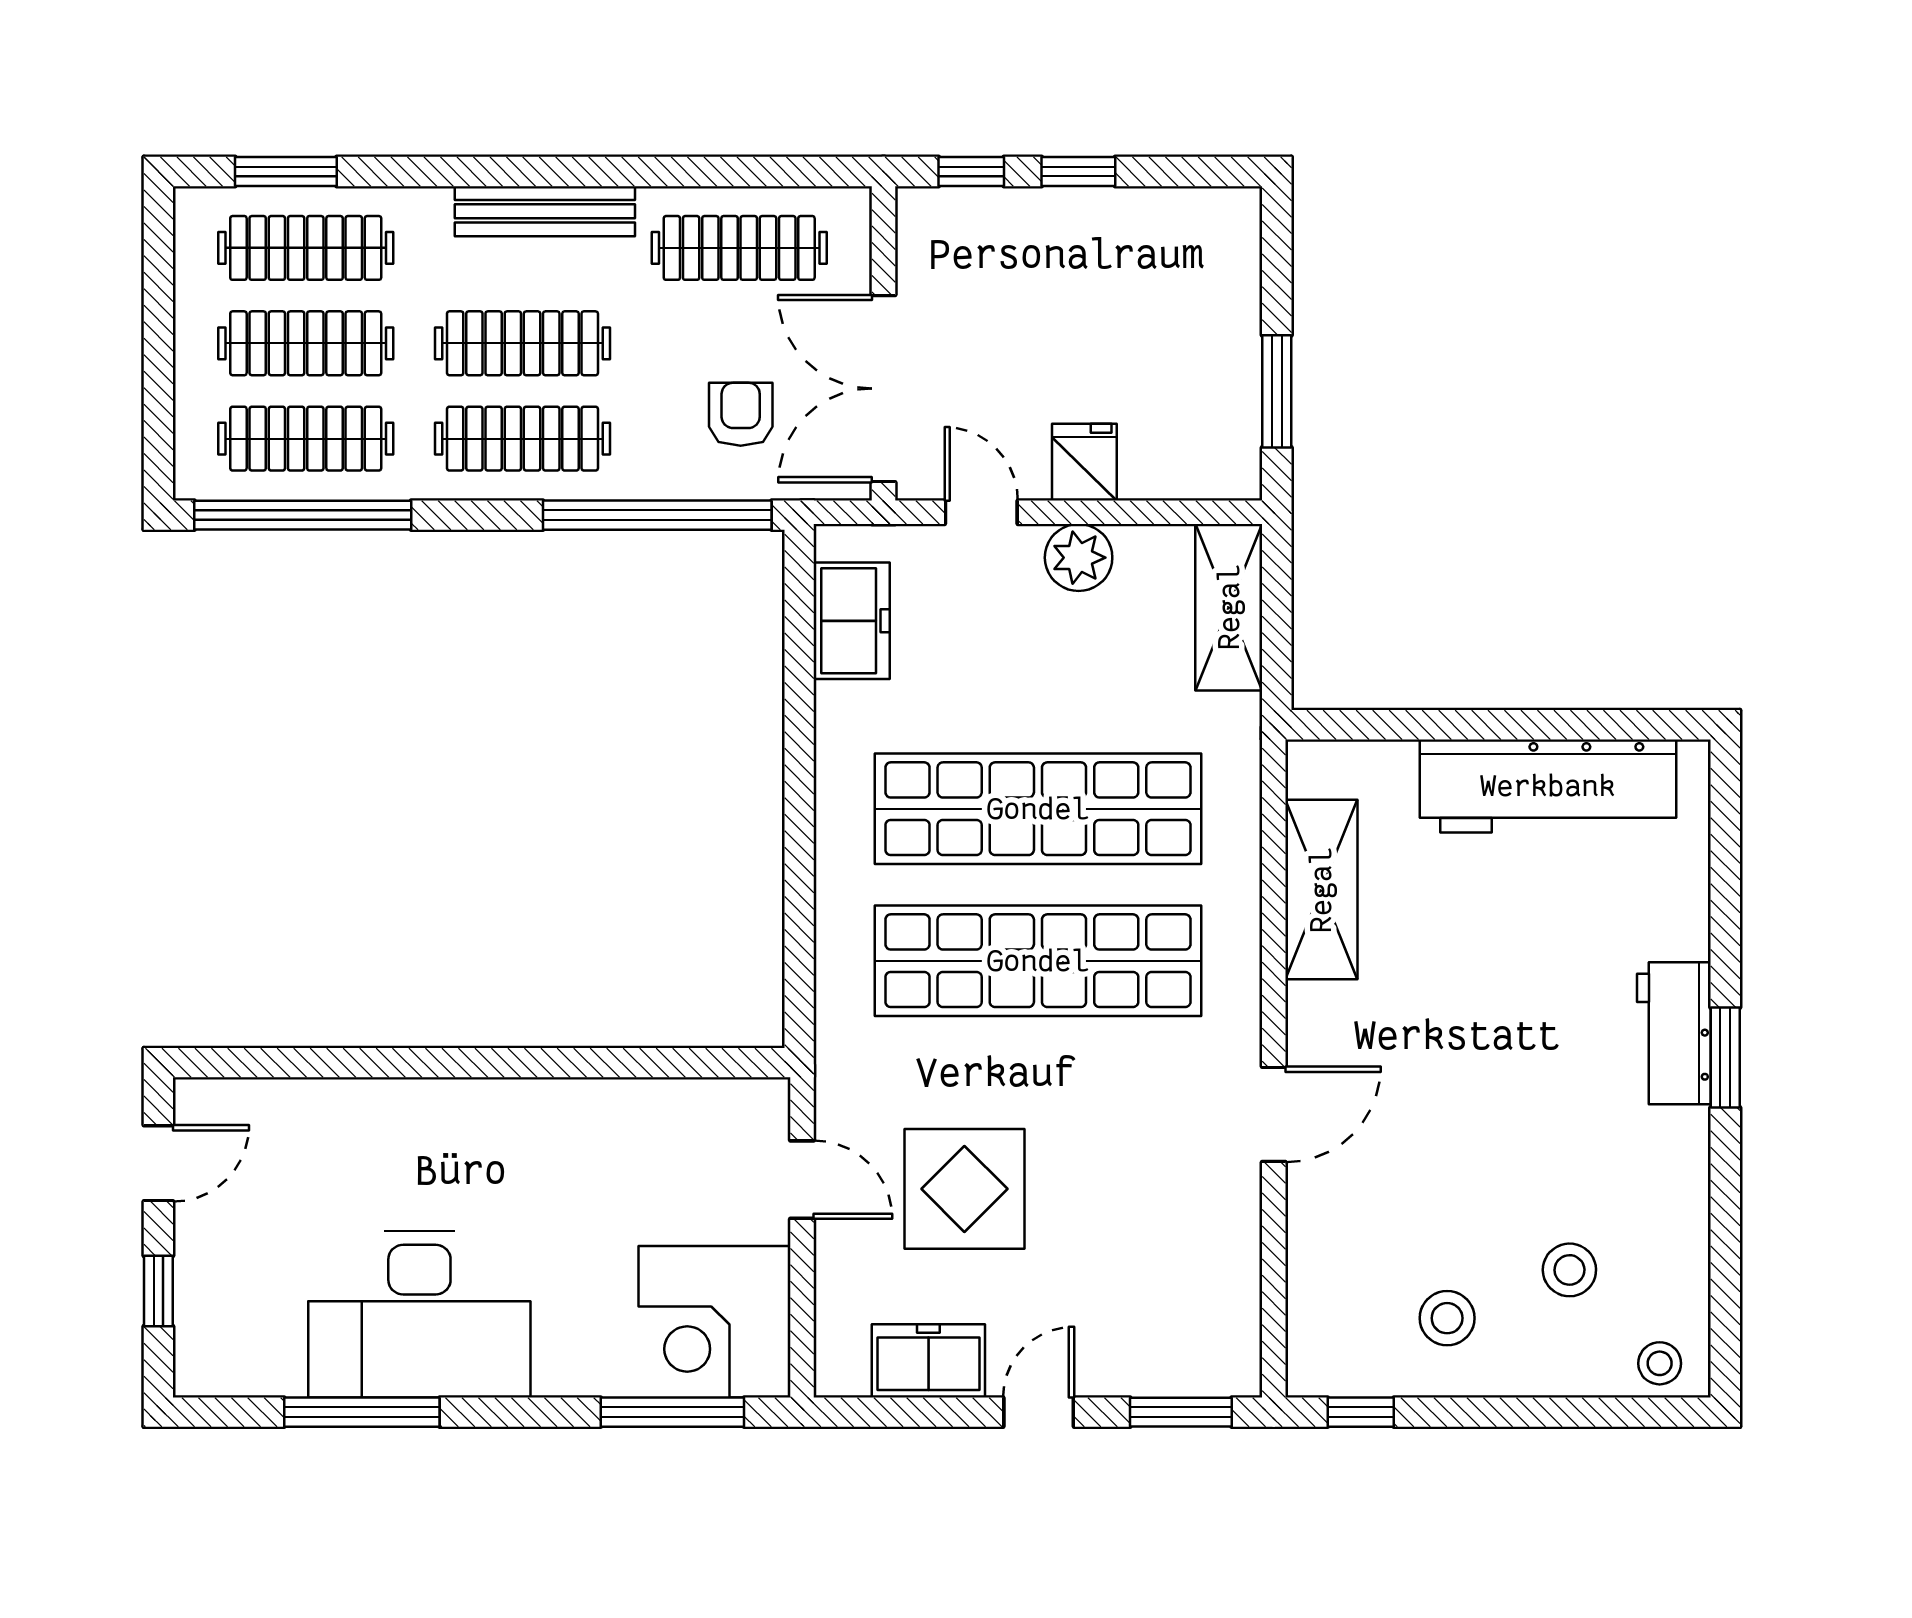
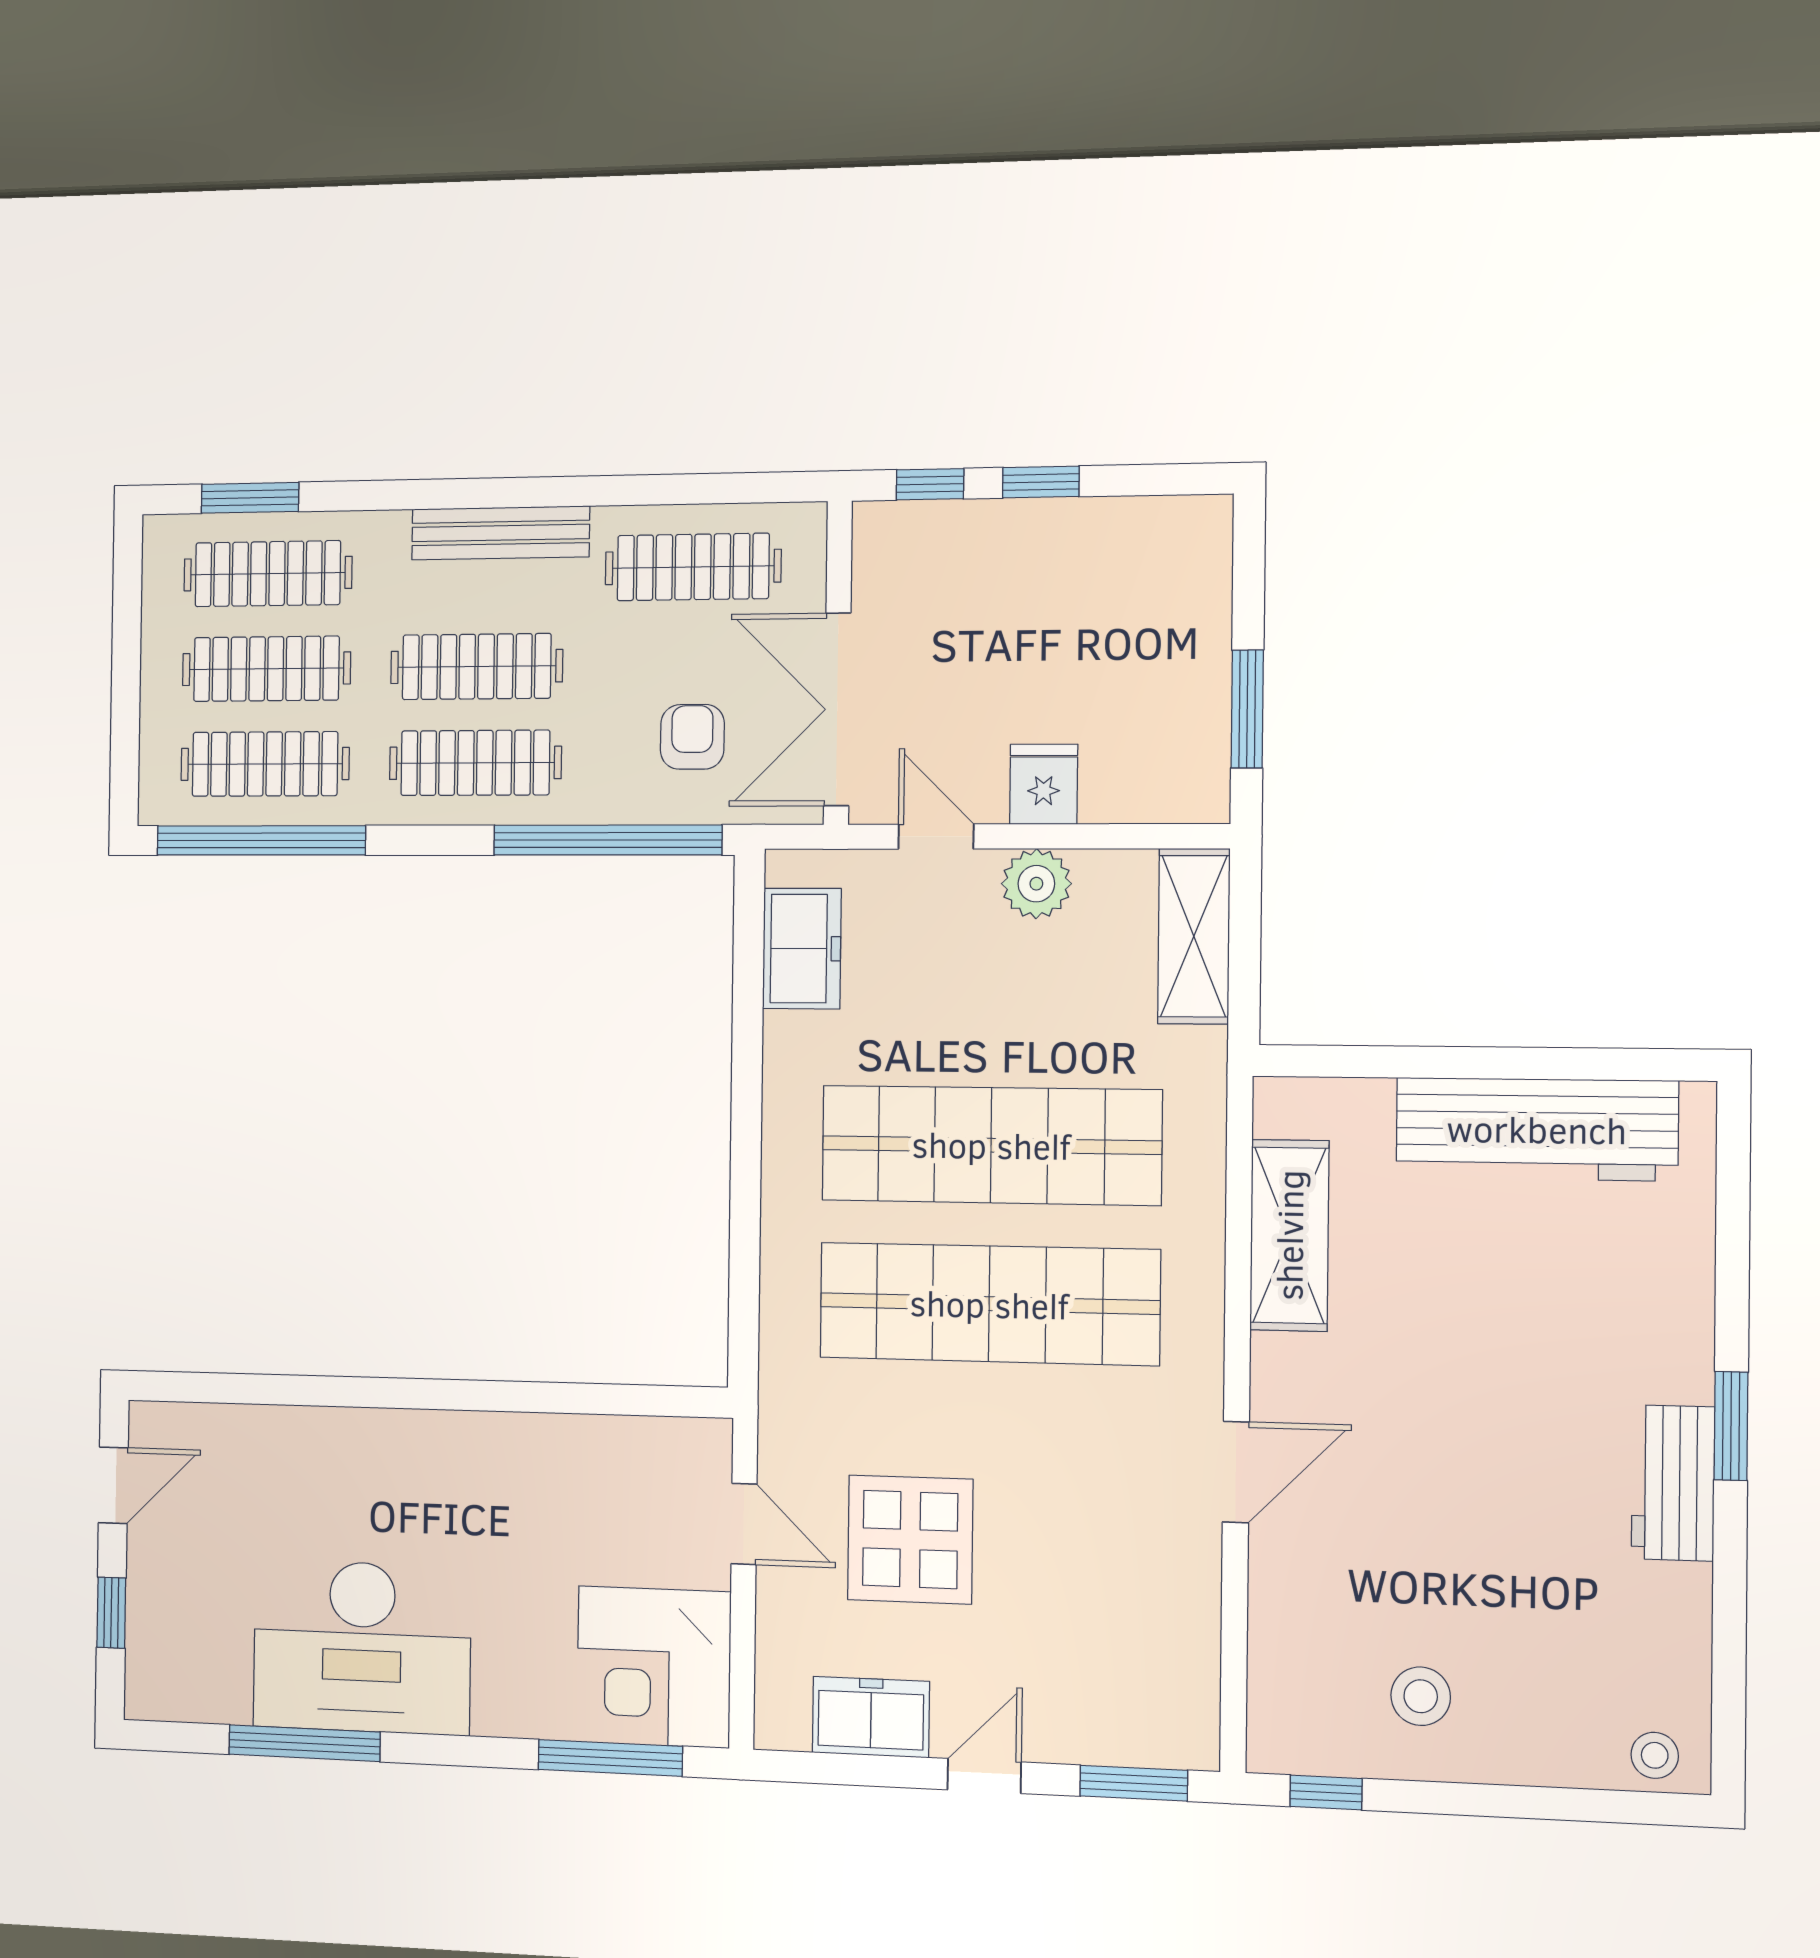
workbench: (1674, 1033) -> (1673, 1483), moved
stool: (1569, 1270) -> (1555, 1650), removed

